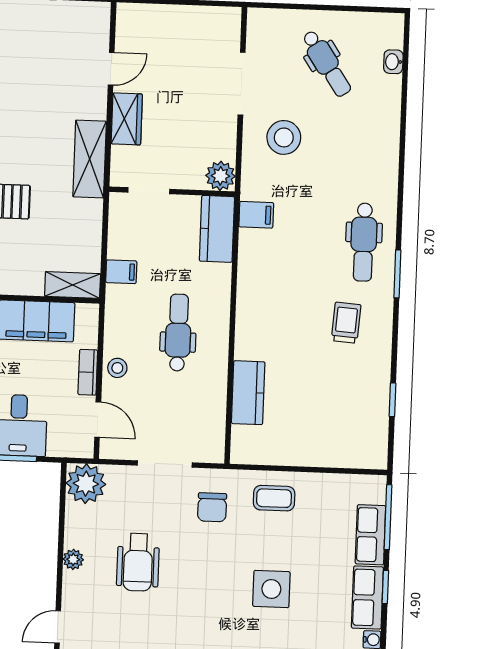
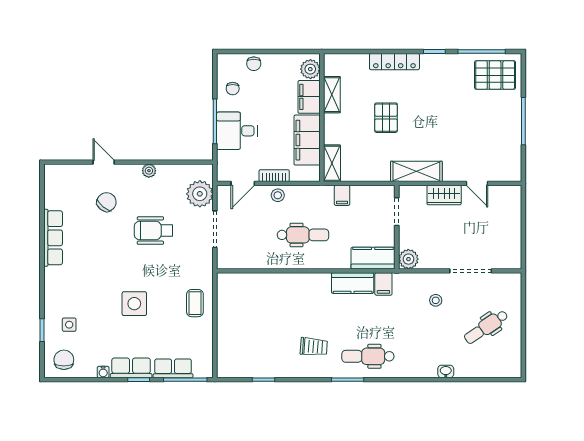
washbasin: (393, 62) -> (446, 371), moved
stool: (284, 137) -> (436, 300), width x0.53, depth x0.53
kitchen counter: (248, 393) -> (353, 283), moved
plant: (86, 484) -> (200, 194), moved
chair: (212, 507) -> (107, 202), moved, turned 129
wheelchair: (138, 562) -> (153, 231), moved

